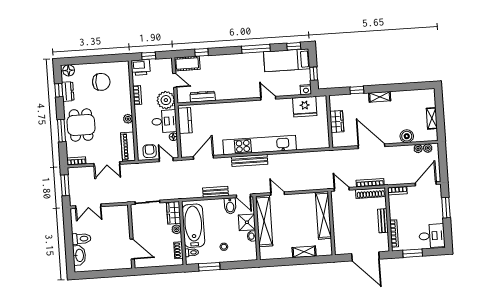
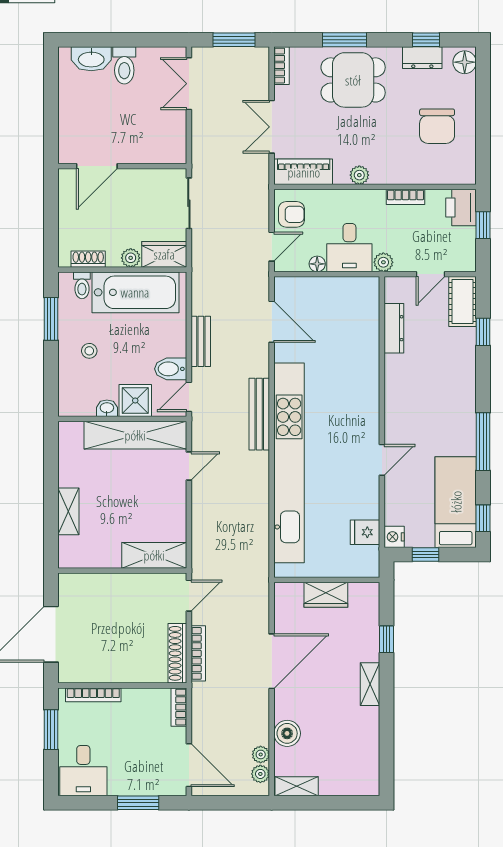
plant: (166, 100) -> (383, 262), width x0.53, depth x0.53
fridge: (305, 107) -> (365, 532), width x0.53, depth x0.75
shelving: (432, 118) -> (297, 786), moved
kitchen counter: (185, 121) -> (348, 289), removed
kitchen unit: (260, 145) -> (289, 463), width x1.36
shelving: (323, 215) -> (154, 555), width x0.68
bench: (383, 221) -> (120, 674), removed

